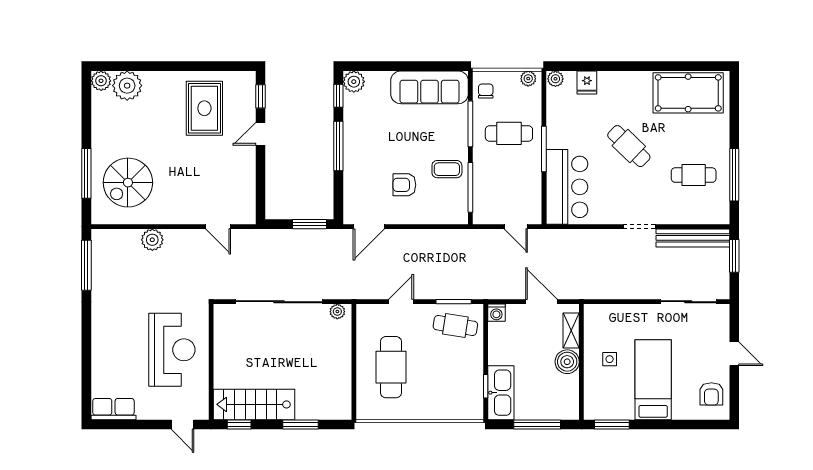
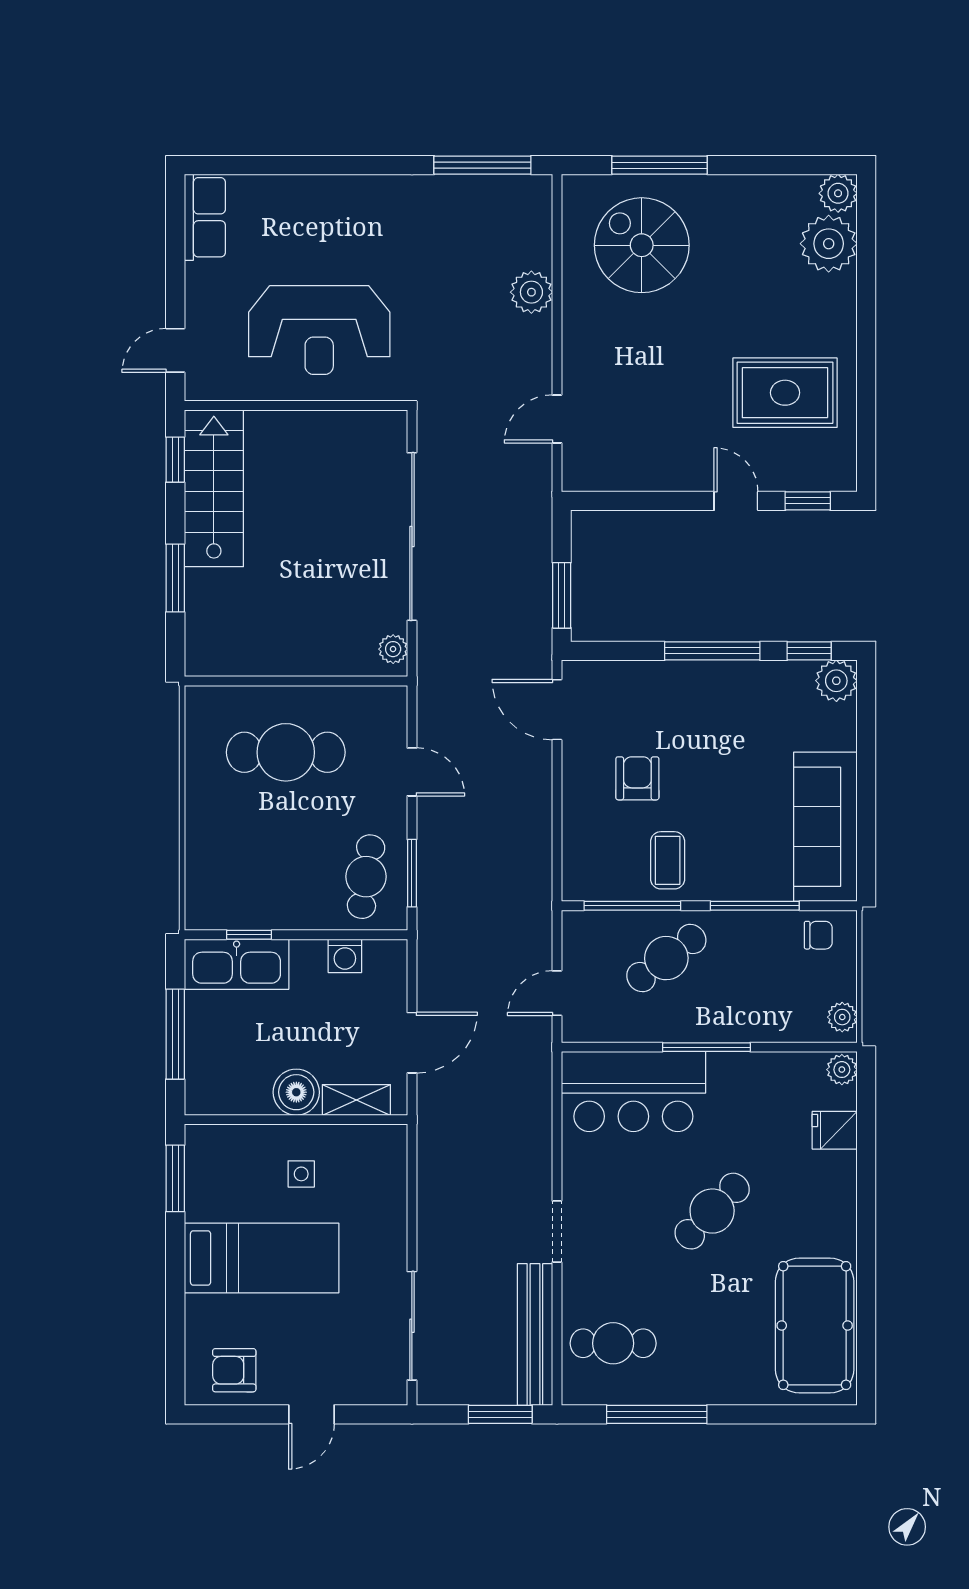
cafe table: (509, 133) -> (666, 958), moved, turned 53
cafe table: (694, 175) -> (613, 1343), moved, turned 90
washing machine: (496, 313) -> (345, 956), moved, turned -90

